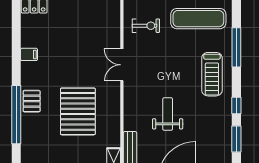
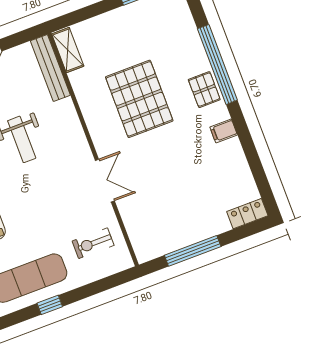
filing cabinet: (29, 54) -> (224, 131), moved

